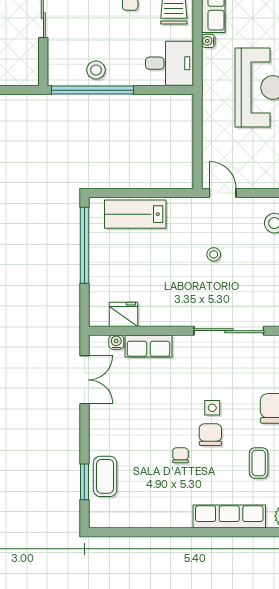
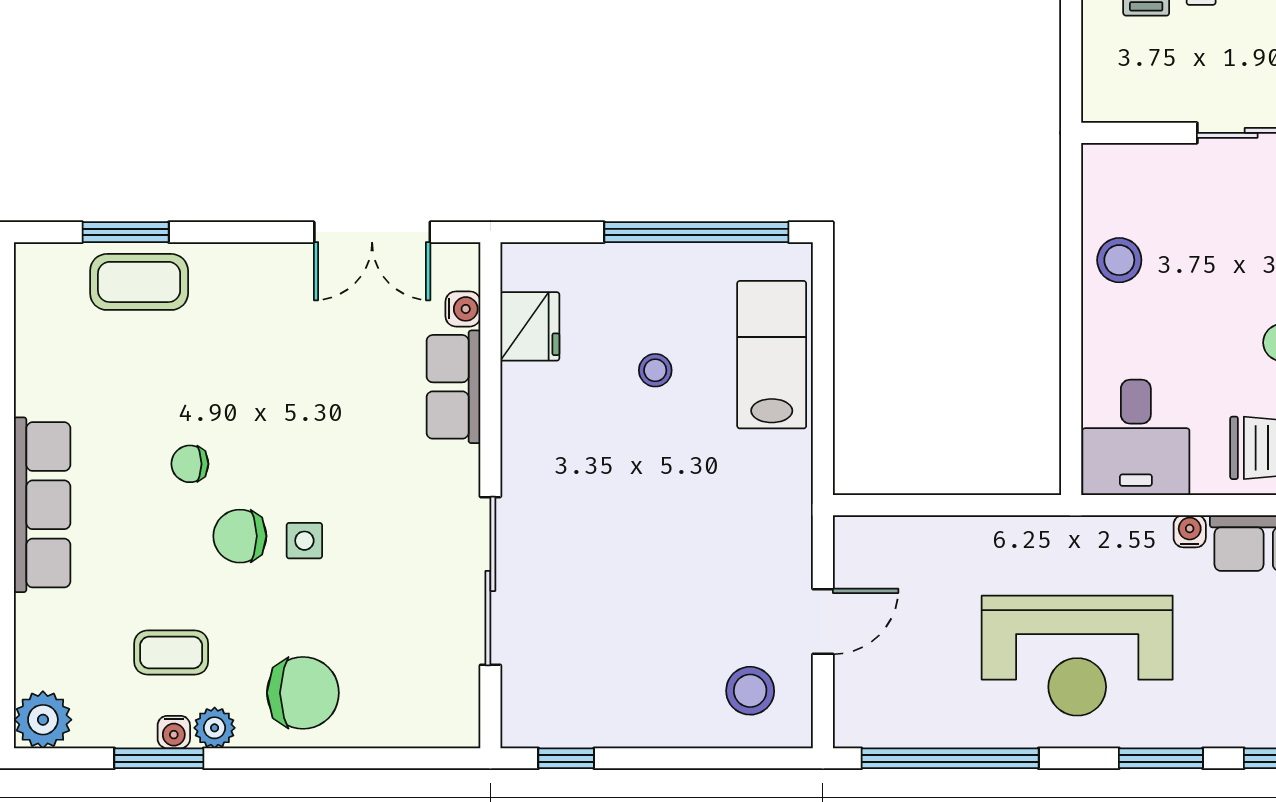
window: (92, 90) -> (1071, 252), removed
door: (223, 193) -> (823, 621), moved
stool: (214, 254) -> (655, 370), moved
chair: (210, 435) -> (240, 536), turned 180
chair: (180, 455) -> (190, 464), turned 180
row of seats: (229, 516) -> (42, 505), moved

